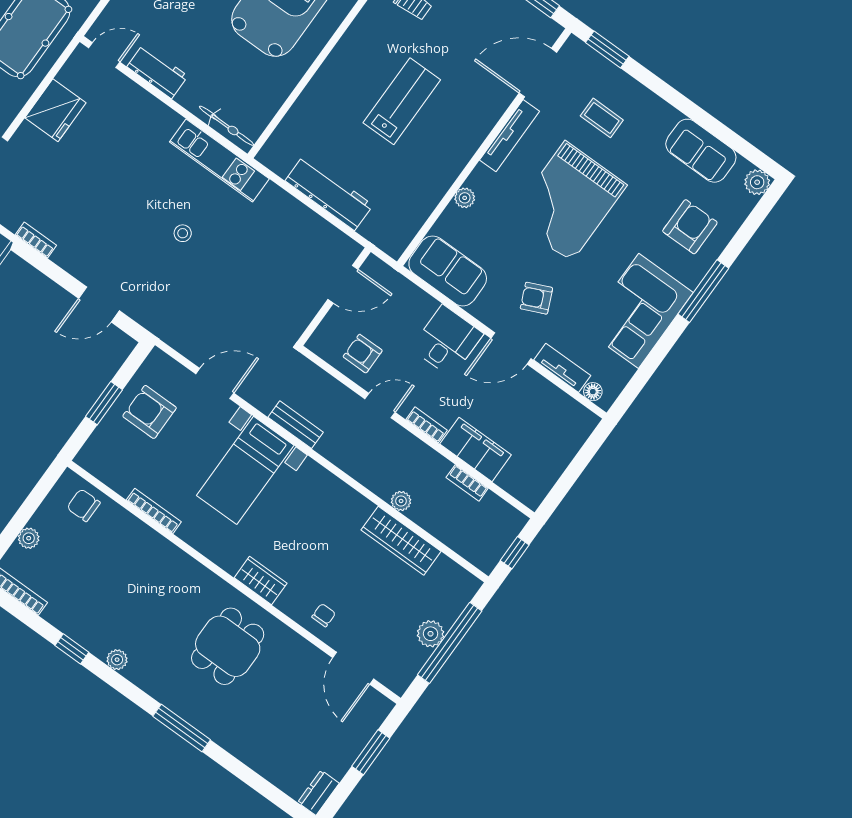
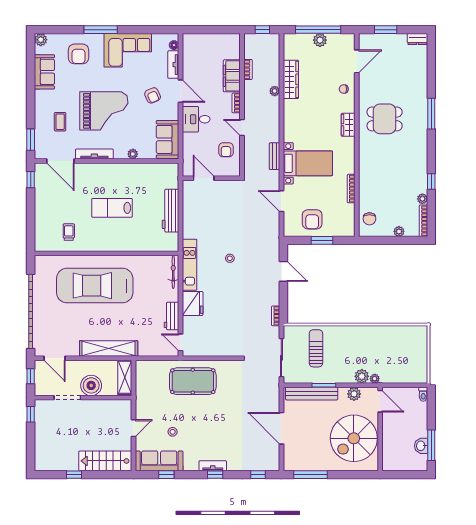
fridge: (55, 110) -> (193, 303), moved, turned 90
armchair: (690, 227) -> (78, 54), turned -90
plant: (117, 660) -> (422, 199), moved

